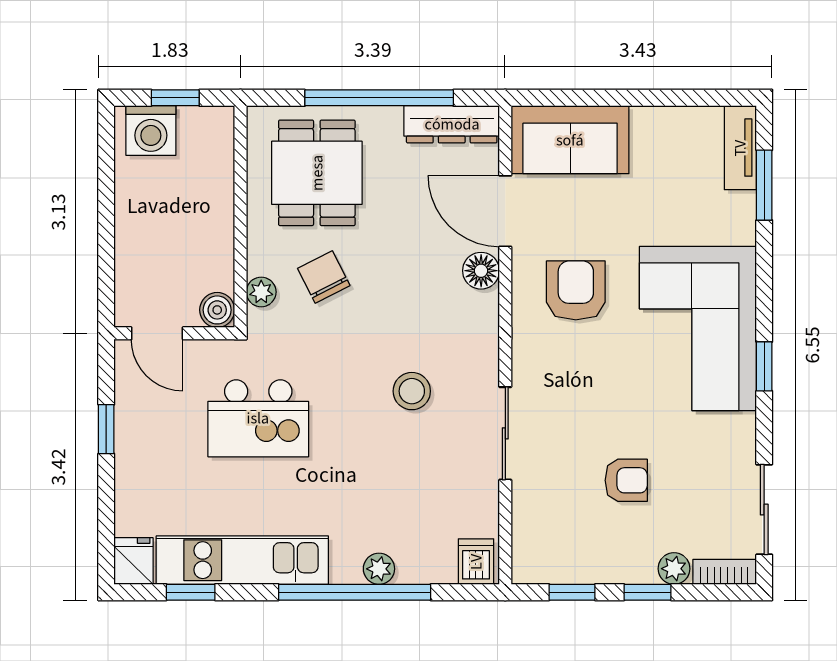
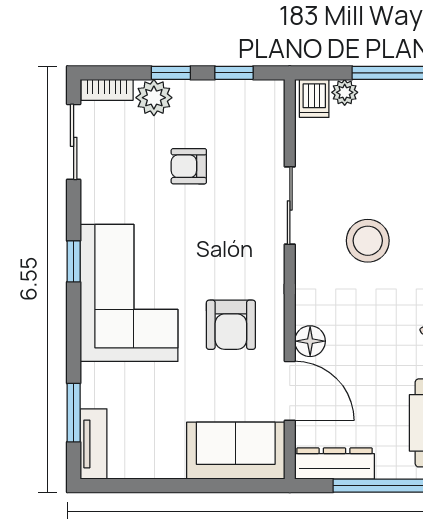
stool: (412, 391) -> (368, 241), width x1.38, depth x1.38
plant: (379, 569) -> (345, 92), moved
plant: (674, 569) -> (154, 98), width x1.38, depth x1.38

